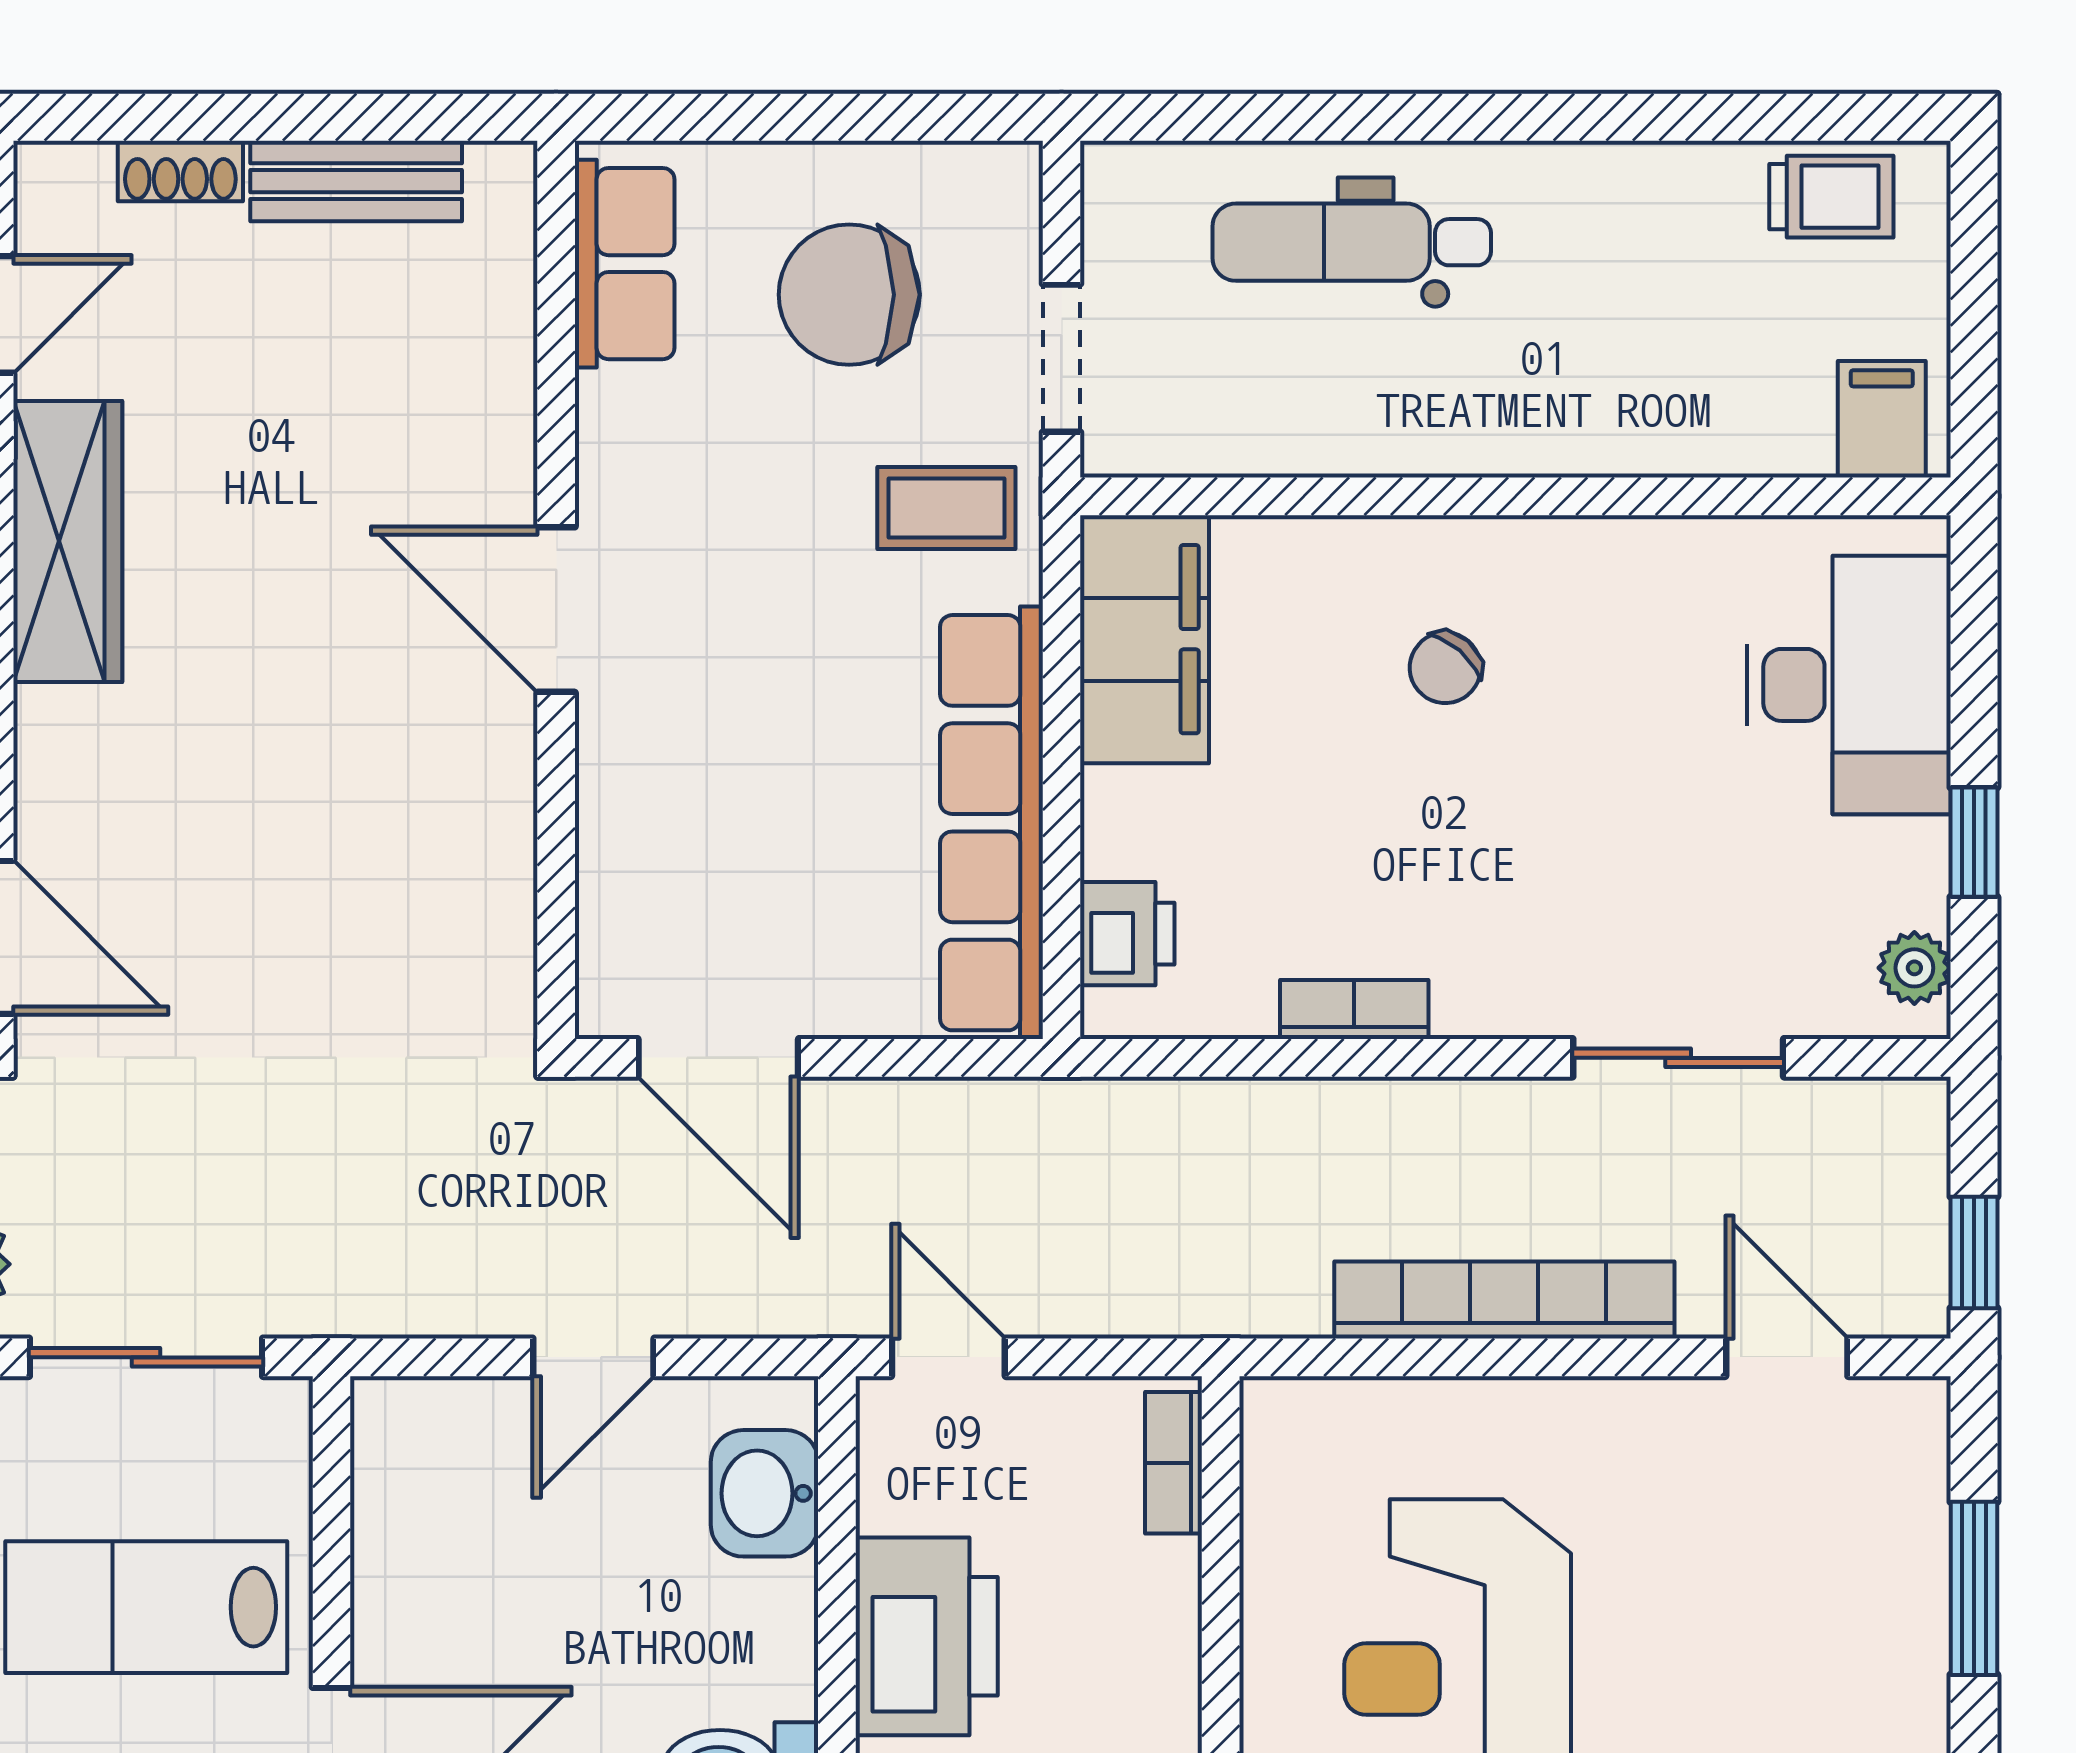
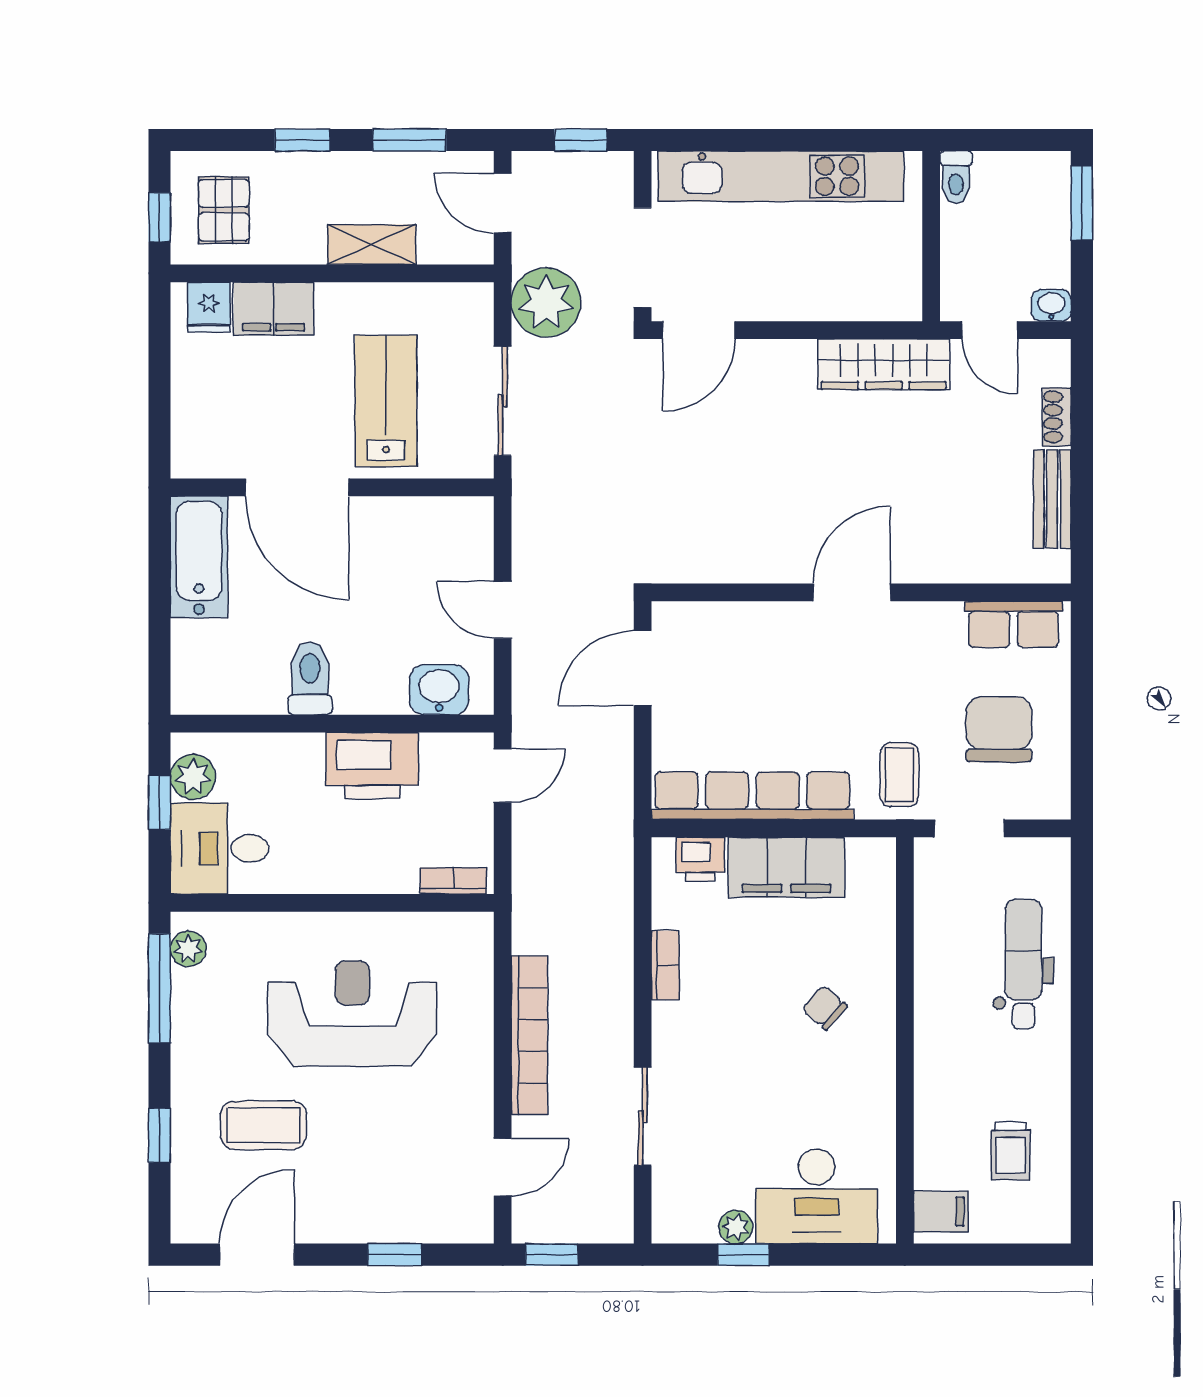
trolley: (1831, 197) -> (1011, 1151), moved
filing cabinet: (1145, 639) -> (786, 867), moved
plant: (1914, 968) -> (736, 1227), moved
window: (1974, 1588) -> (395, 1255), width x0.67

